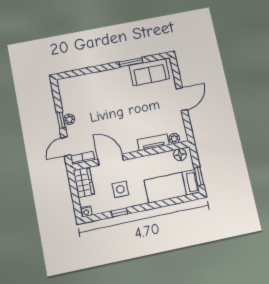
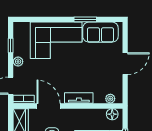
corner sofa: (105, 89) -> (56, 40), added
window: (61, 120) -> (11, 46), moved
tv unit: (153, 142) -> (79, 98), moved

